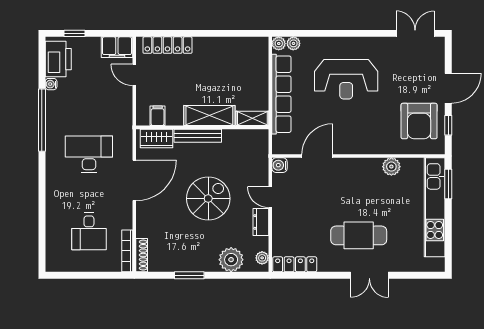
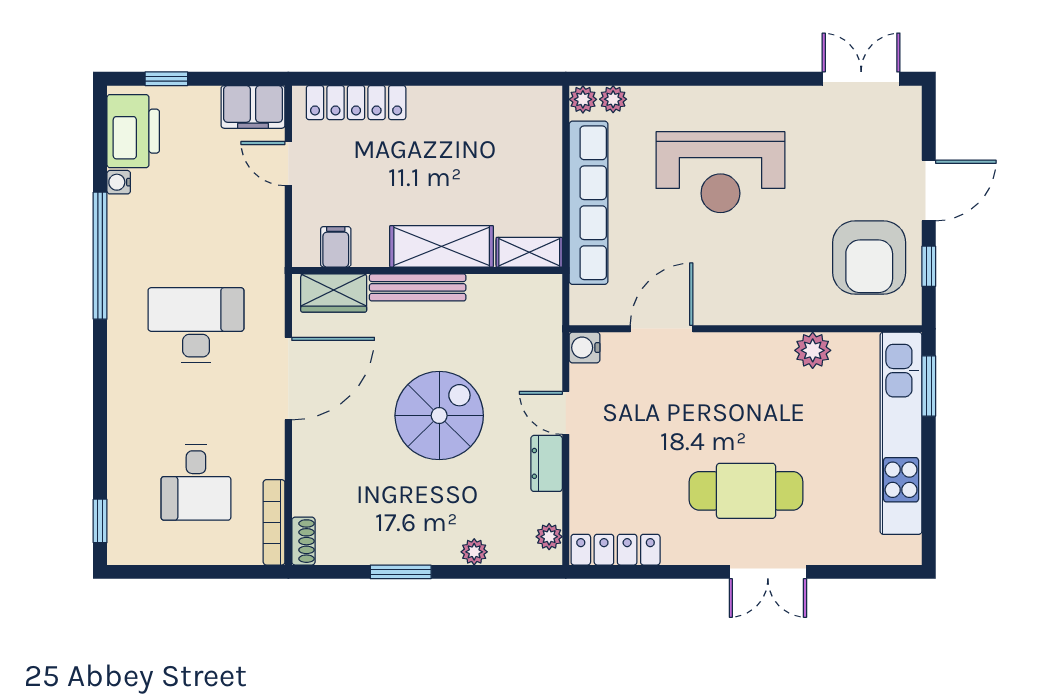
window: (42, 250) -> (100, 521), added
shoe rack: (142, 255) -> (303, 541), width x0.70
plant: (231, 260) -> (474, 552), width x0.53, depth x0.53

